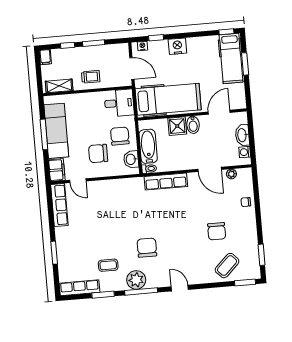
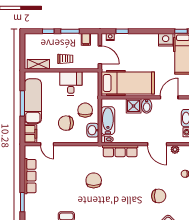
nightstand: (177, 46) -> (166, 40), moved
filing cabinet: (45, 57) -> (86, 39), moved
desk: (119, 103) -> (71, 83), moved, turned -90
row of seats: (59, 205) -> (30, 176), moved
chair: (217, 231) -> (159, 196), turned -90
chair: (147, 248) -> (94, 180), moved

